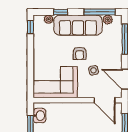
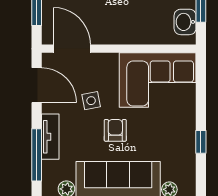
window: (30, 27) -> (201, 142), moved
tv unit: (117, 50) -> (50, 137), added

